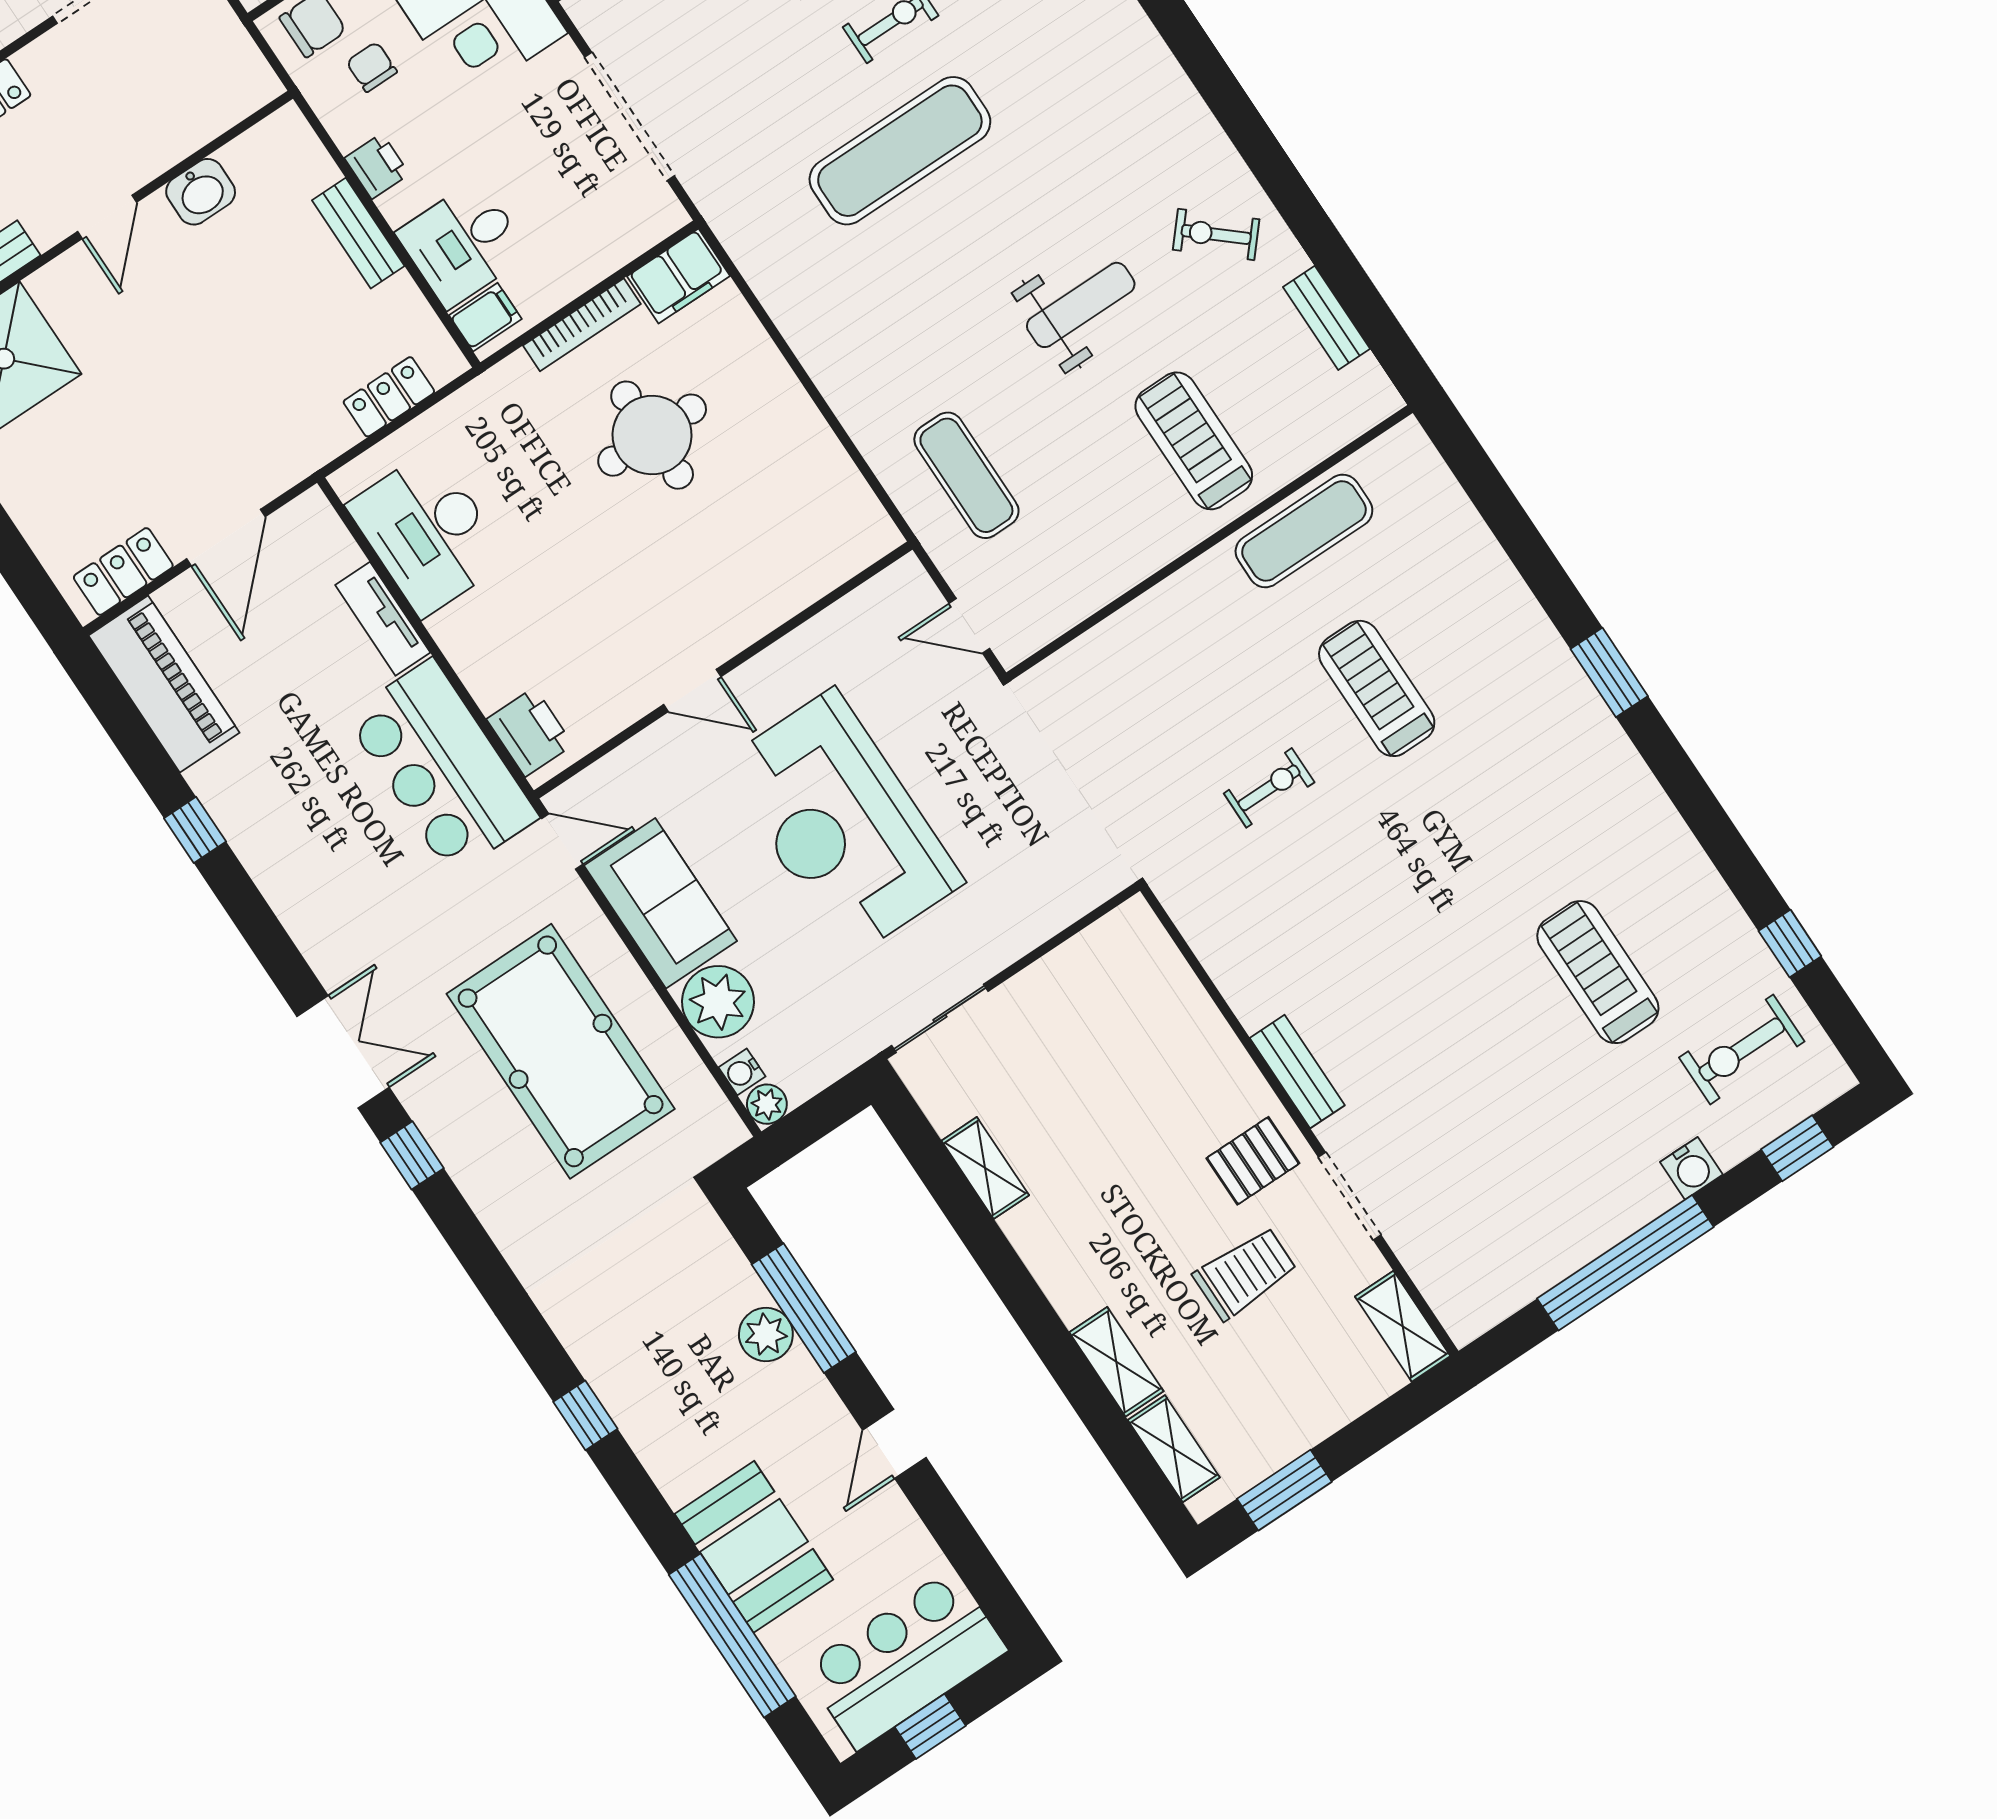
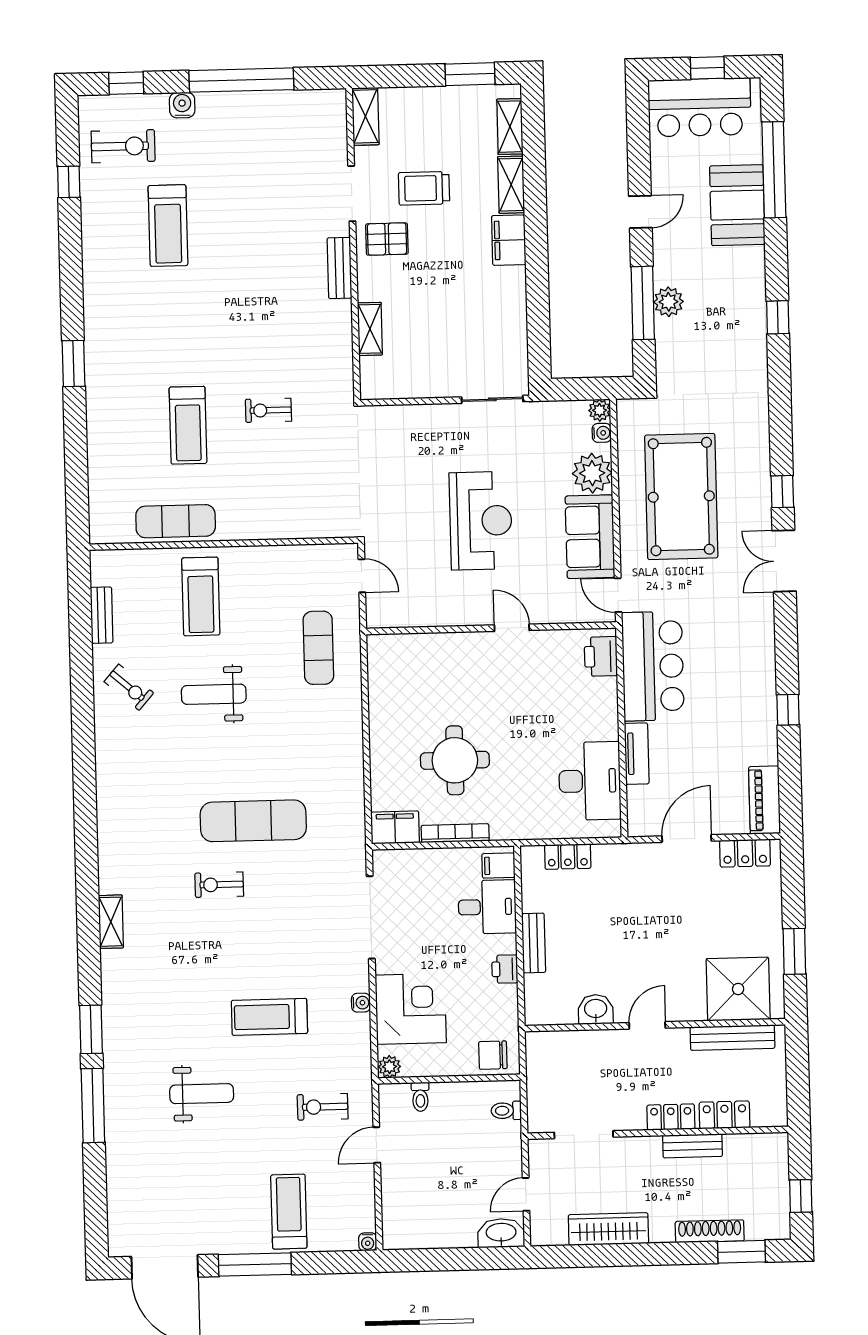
chair: (372, 67) -> (478, 1017), removed
piano: (164, 684) -> (765, 800), width x0.73, depth x0.75
reception desk: (842, 823) -> (481, 521), width x0.74, depth x0.77
shelving: (985, 1168) -> (370, 329), moved
filing cabinet: (1067, 1275) -> (509, 240), added

